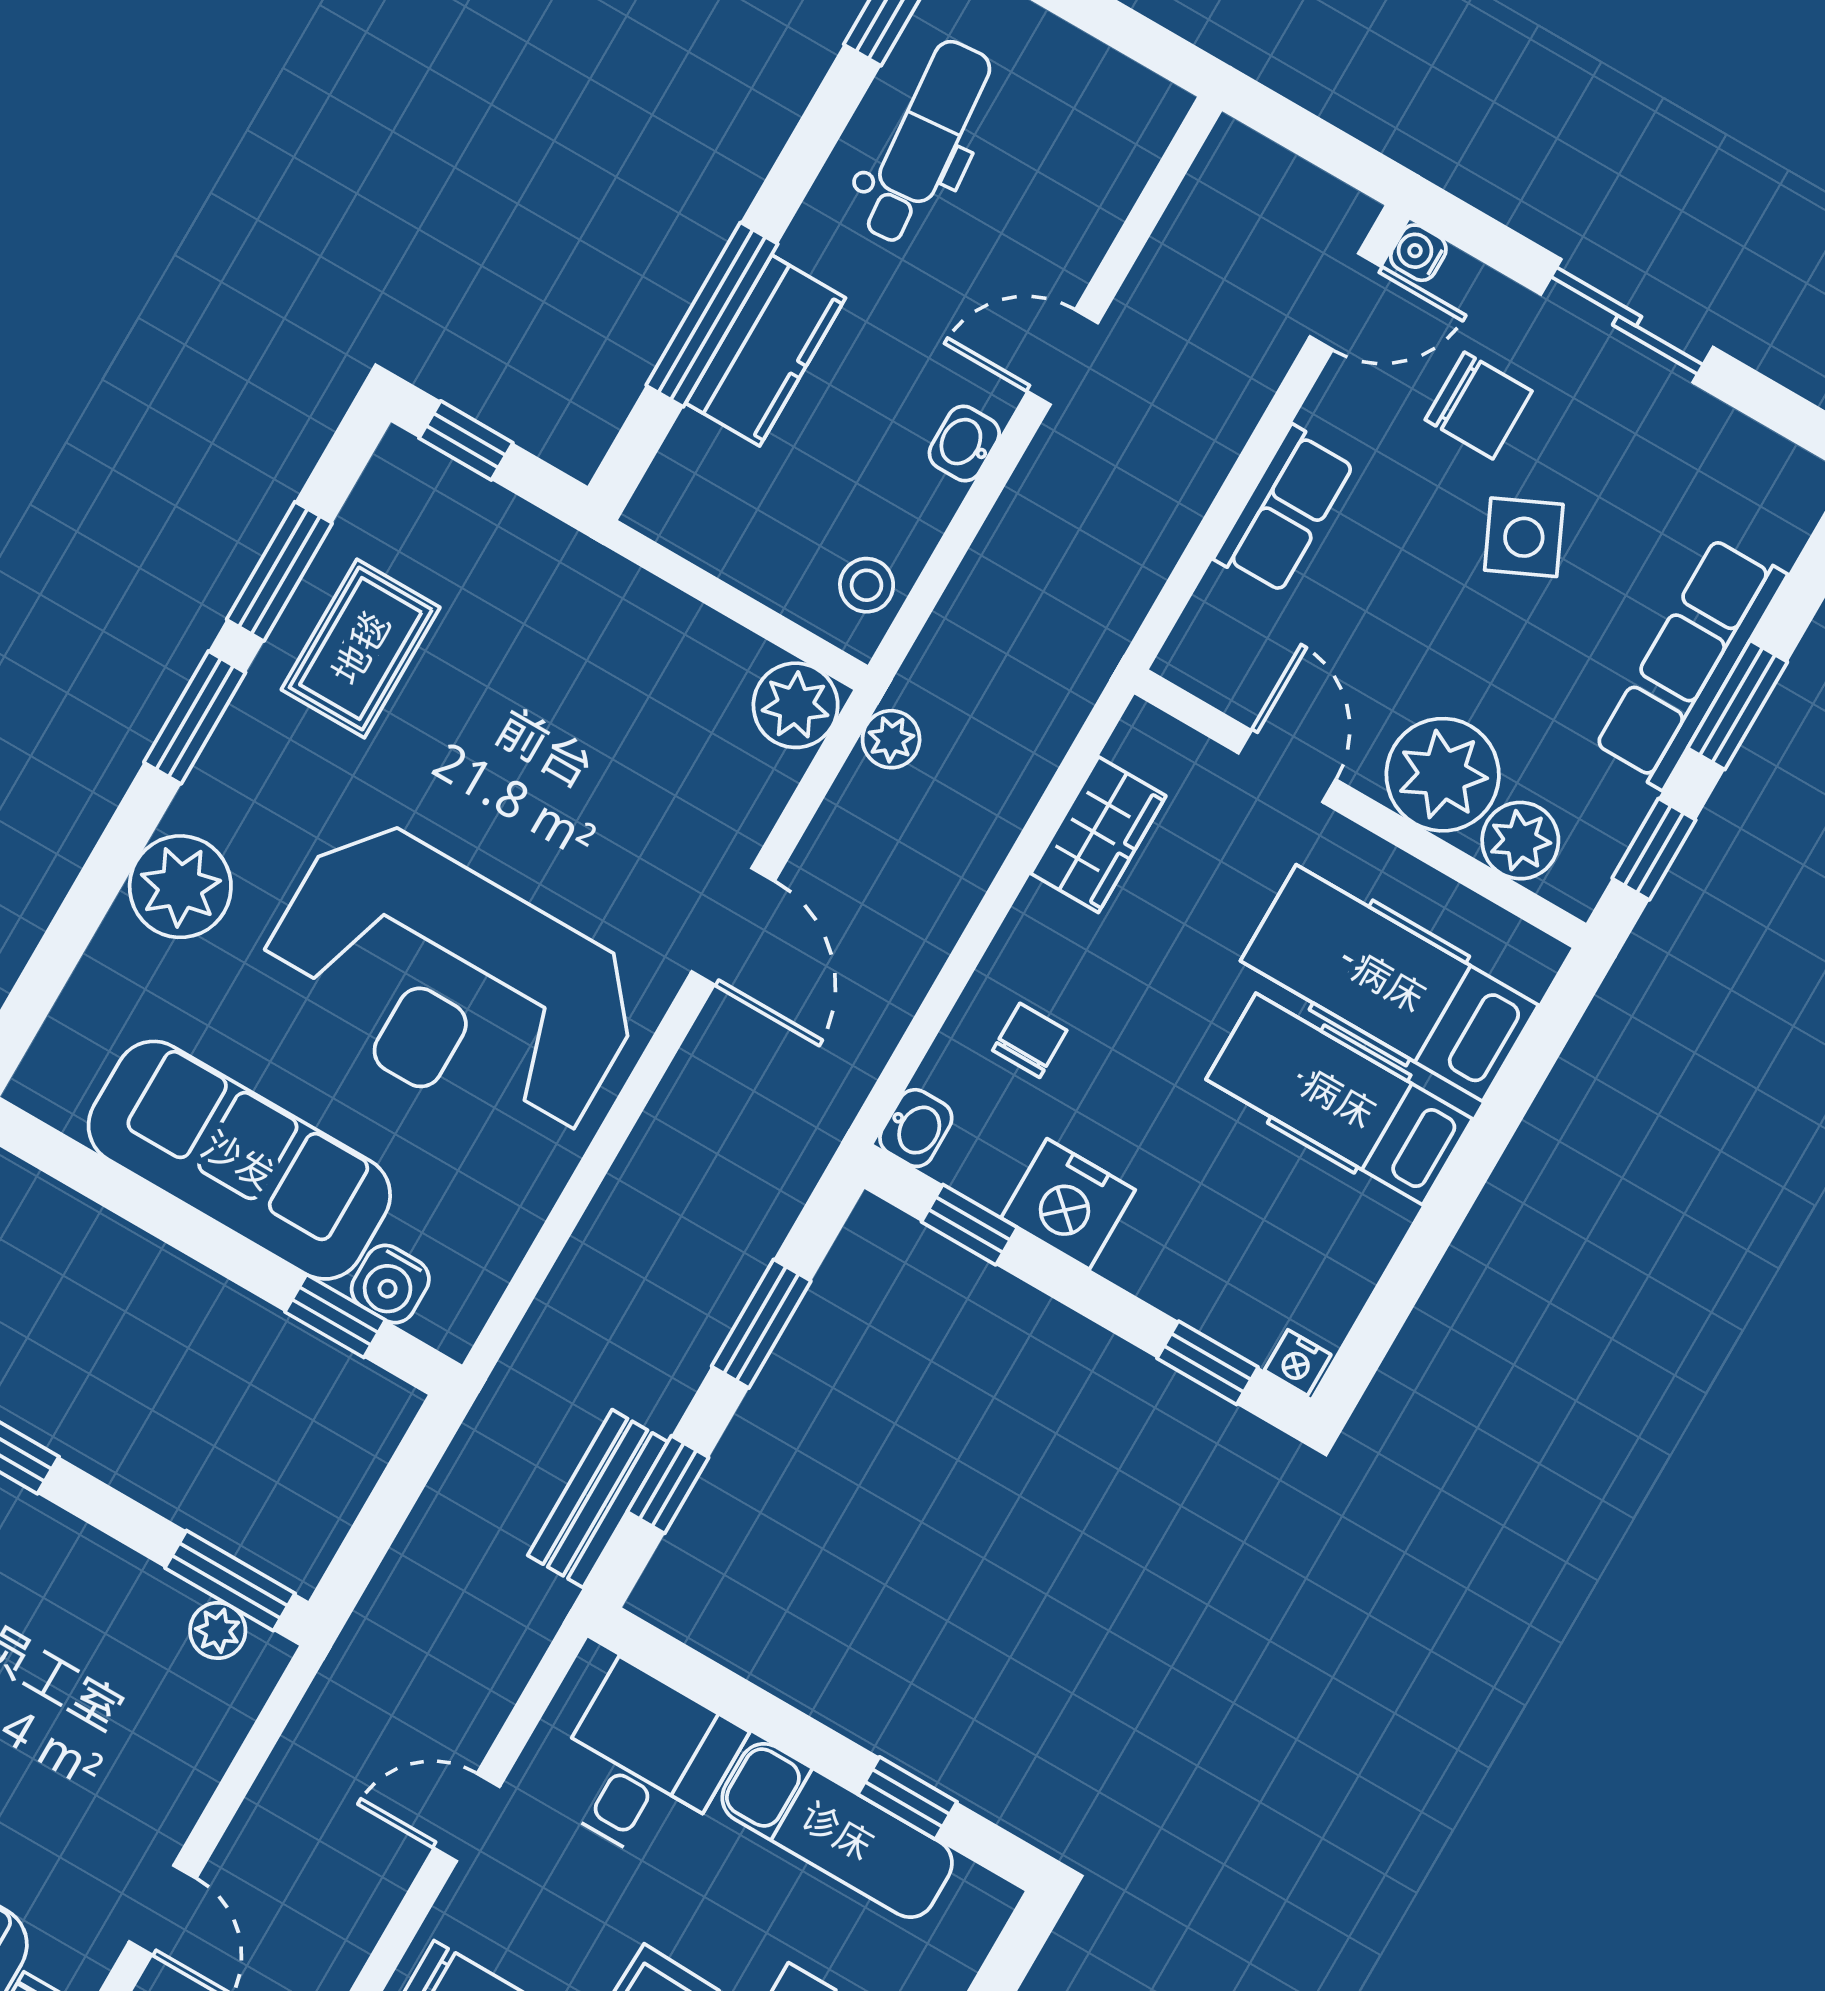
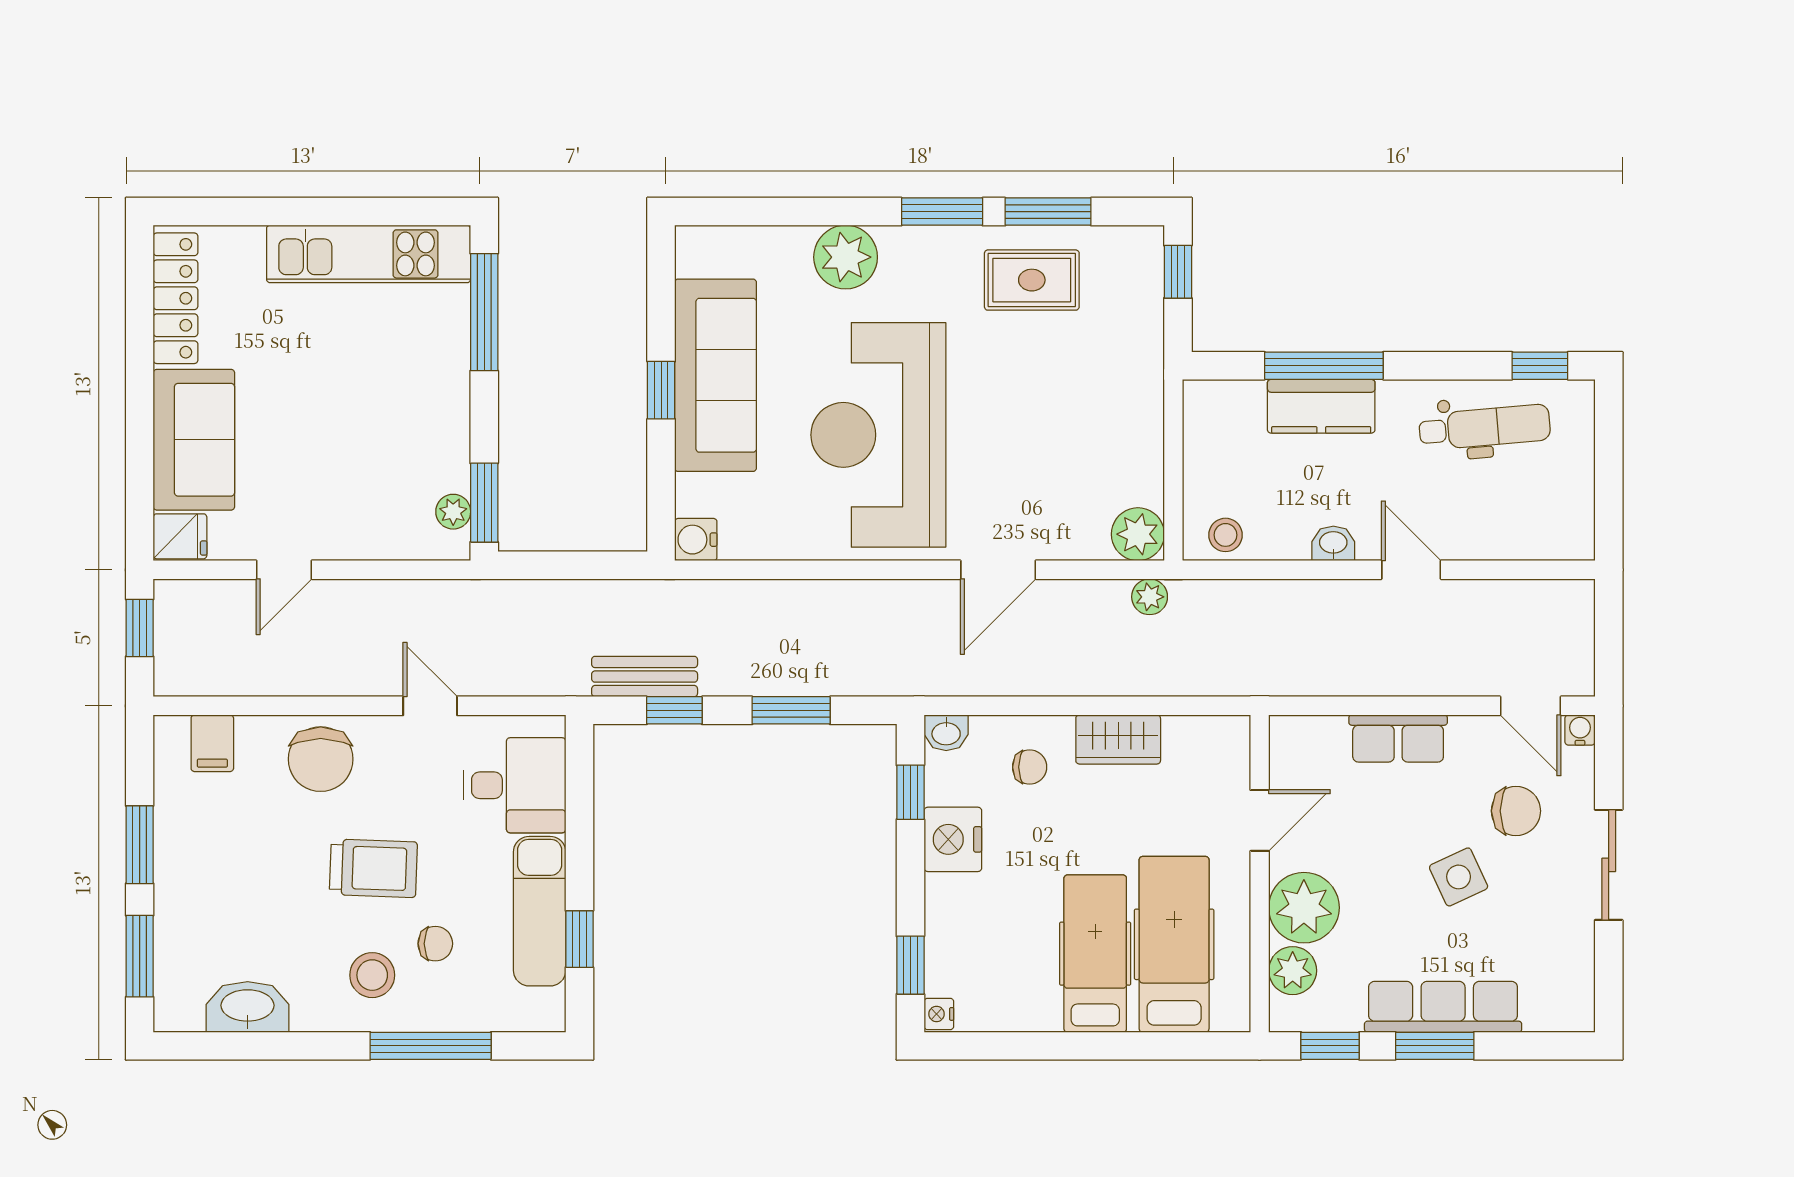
chair: (1479, 405) -> (1516, 811), turned -90
wardrobe: (1098, 835) -> (1118, 739), moved
water cooler: (390, 1284) -> (696, 540), moved
window: (335, 1316) -> (661, 390), moved

